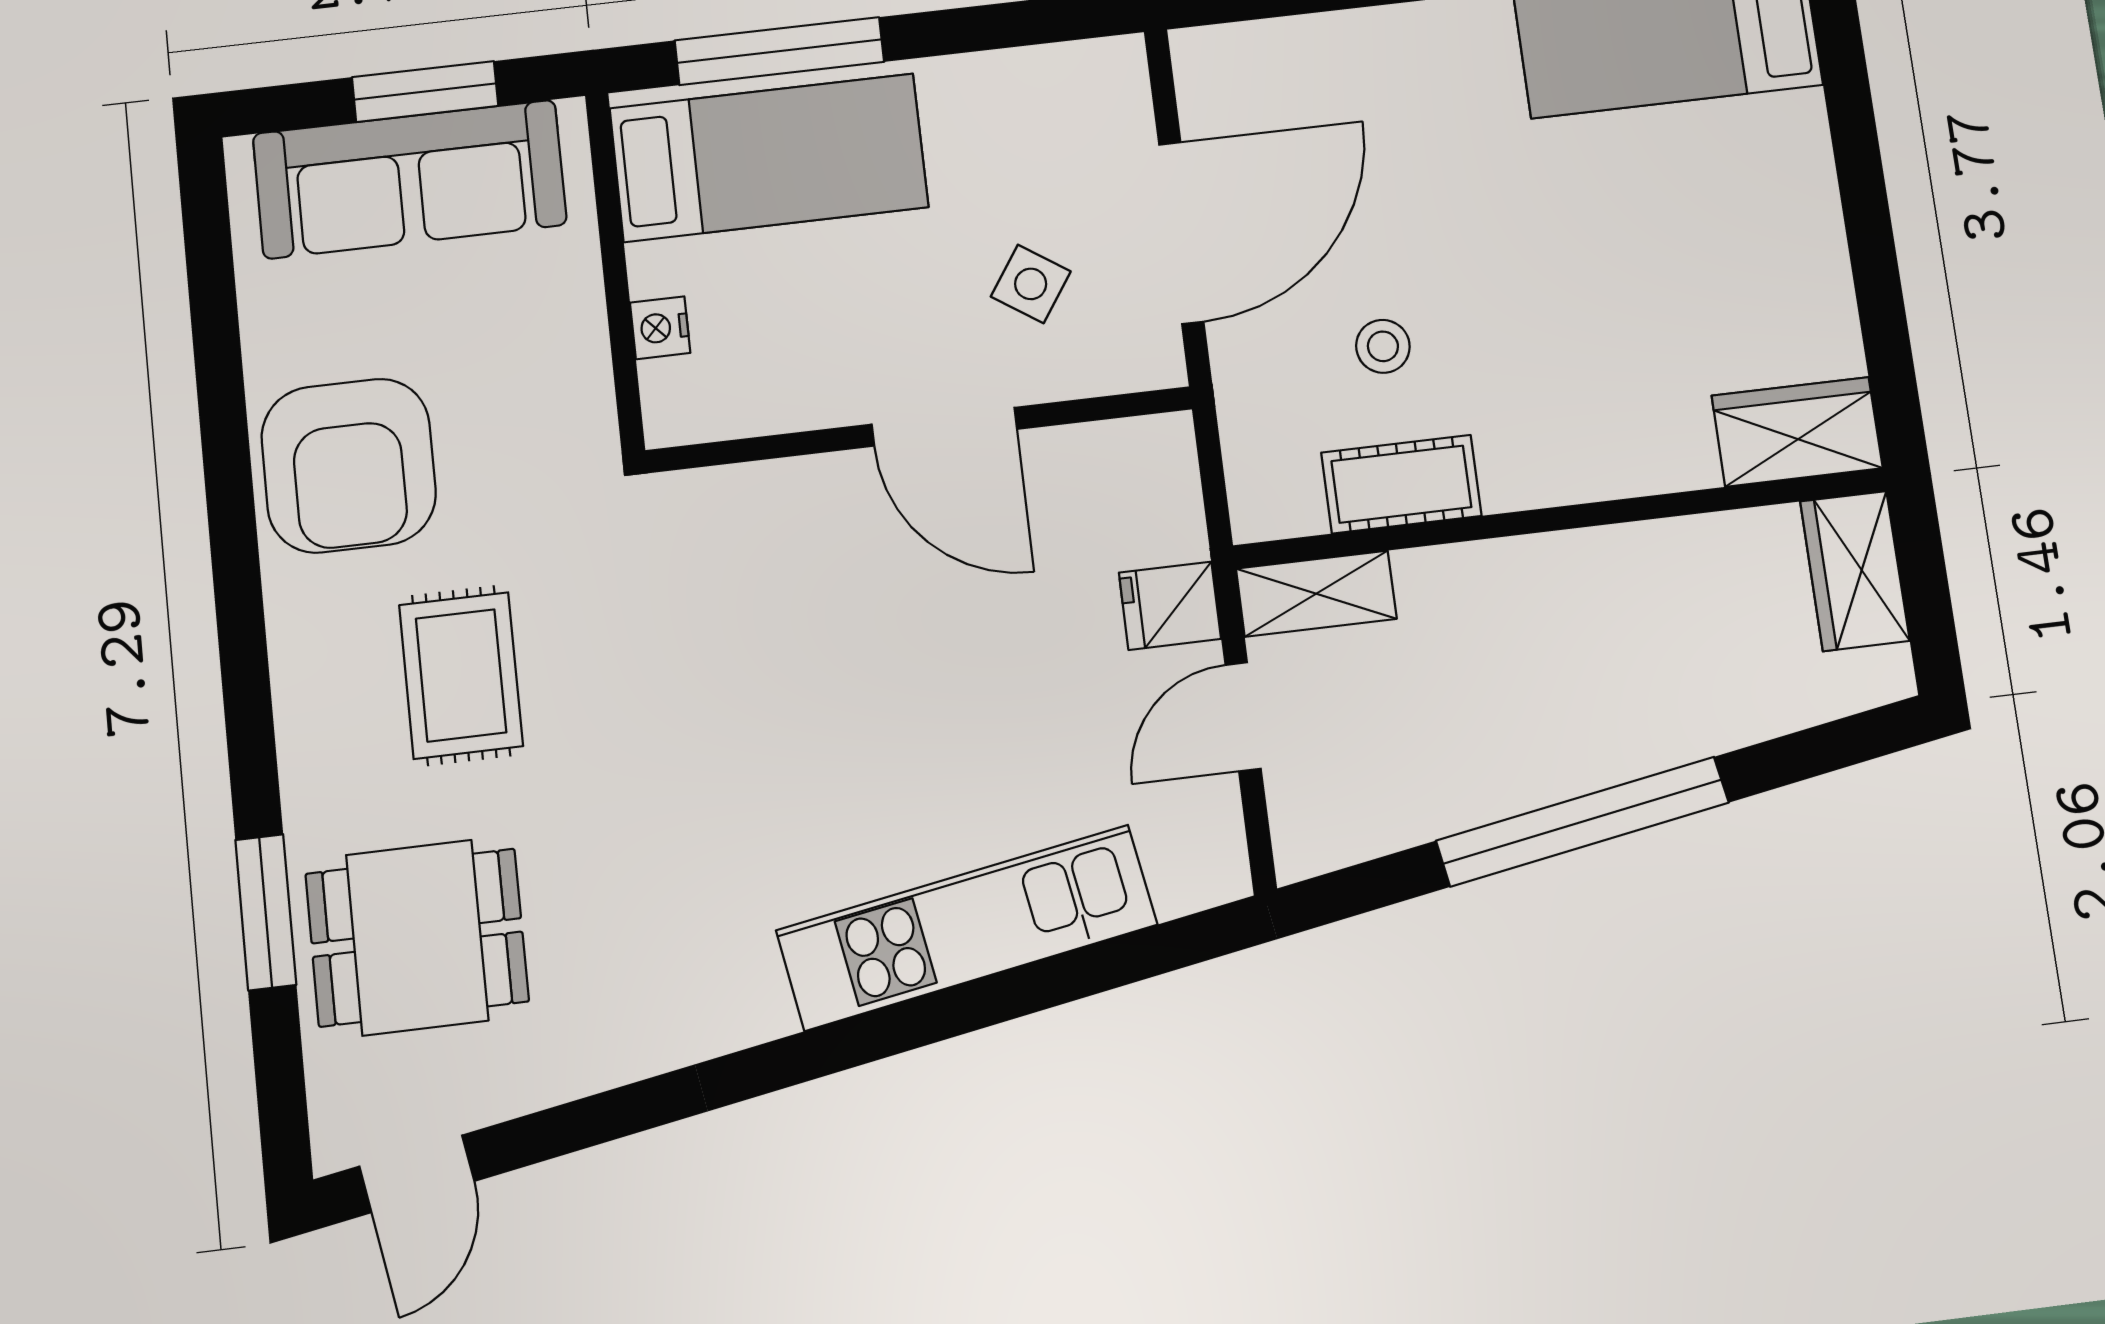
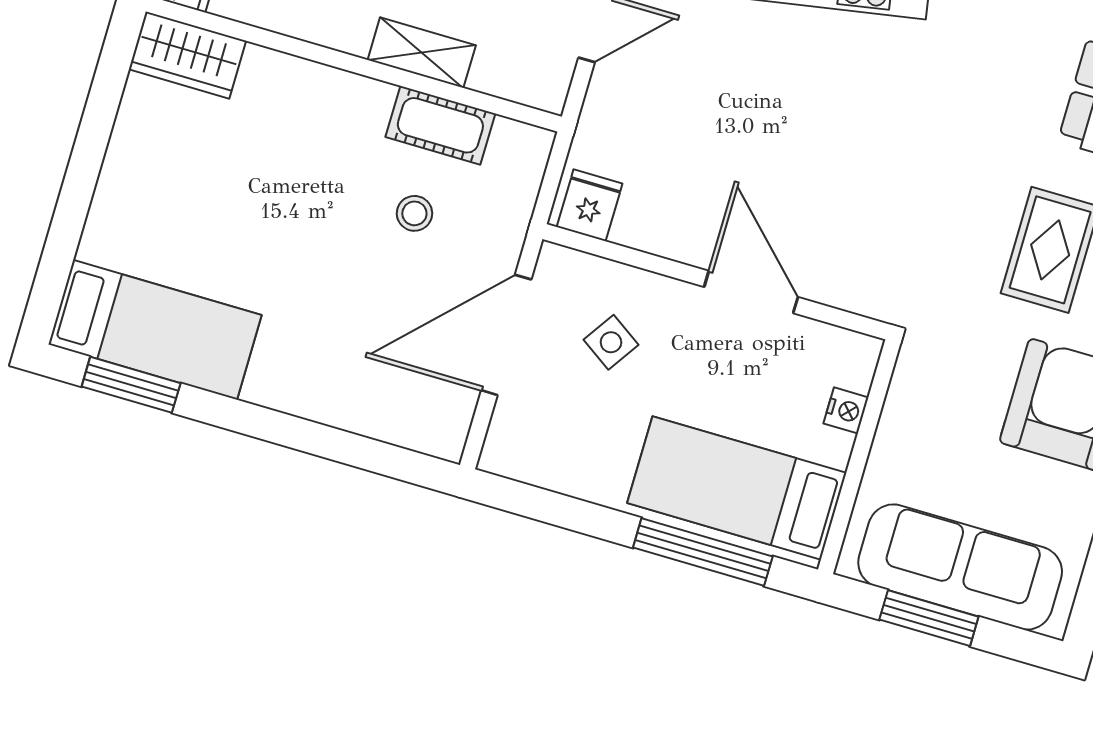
door: (944, 427) -> (751, 292), moved
shelving: (1316, 594) -> (422, 53), moved
fridge: (1170, 606) -> (590, 205), moved, turned -90

